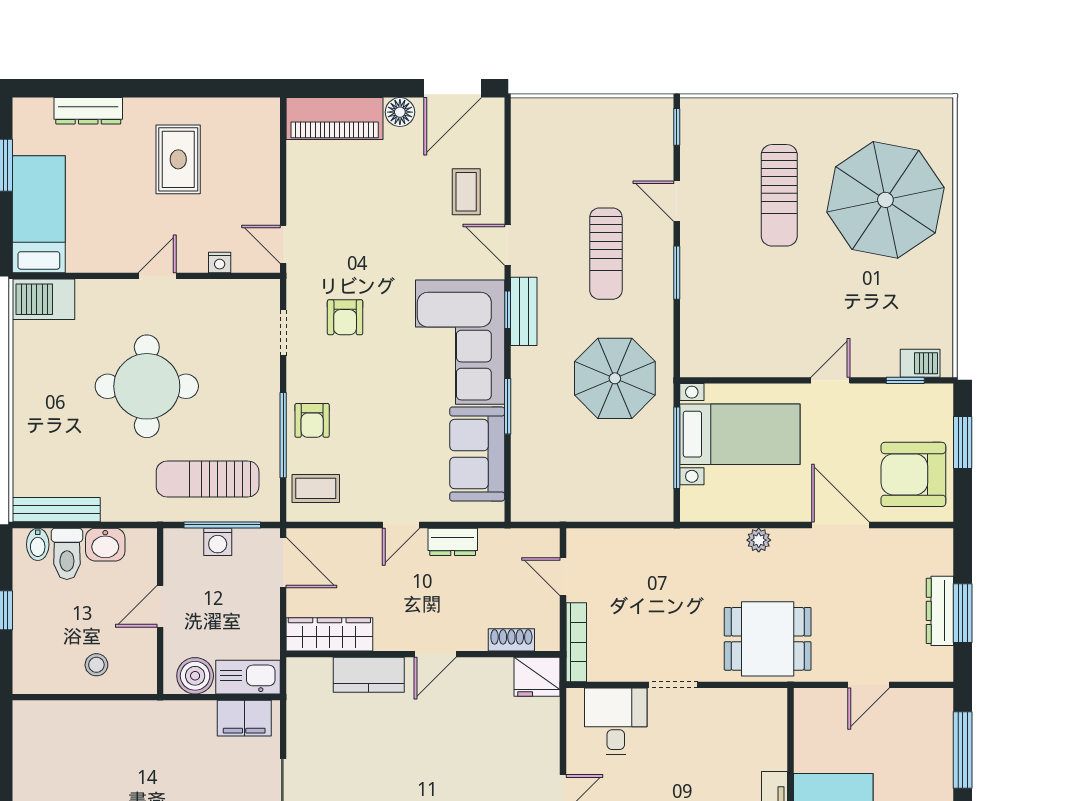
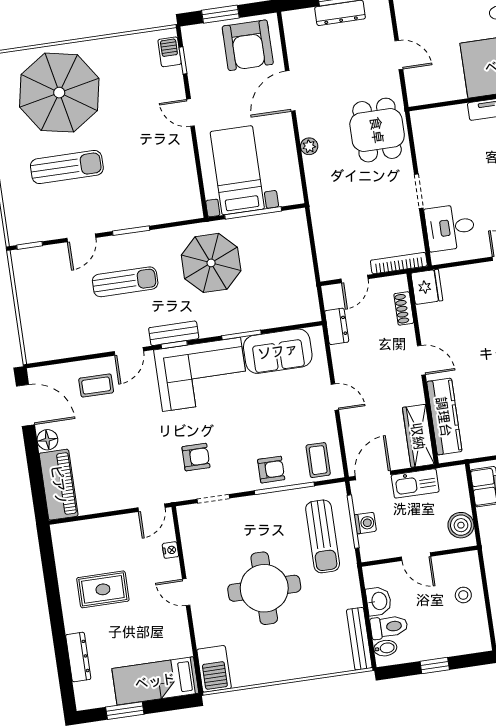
dresser: (453, 542) -> (337, 326), moved
kitchen counter: (369, 675) -> (444, 417), width x1.50
kitchen sink: (248, 677) -> (415, 483), moved, turned -90

